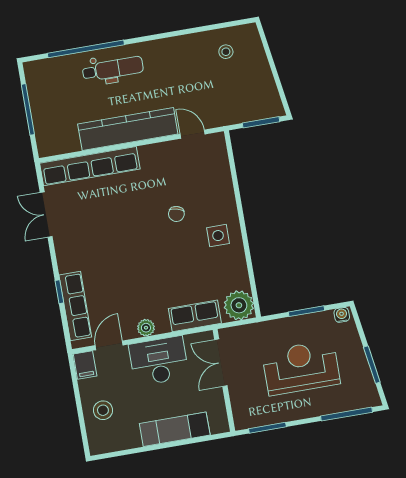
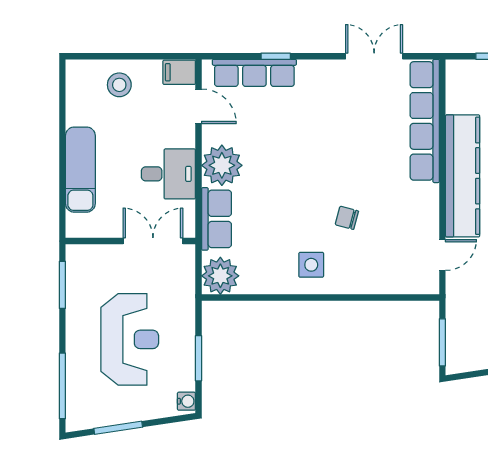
plant: (146, 328) -> (222, 165), width x1.87, depth x1.87
desk: (159, 361) -> (168, 174), width x0.73

